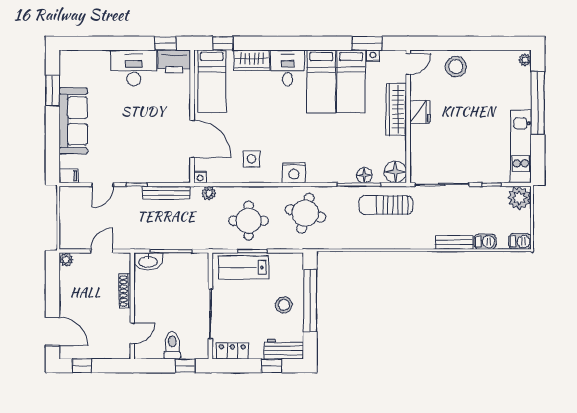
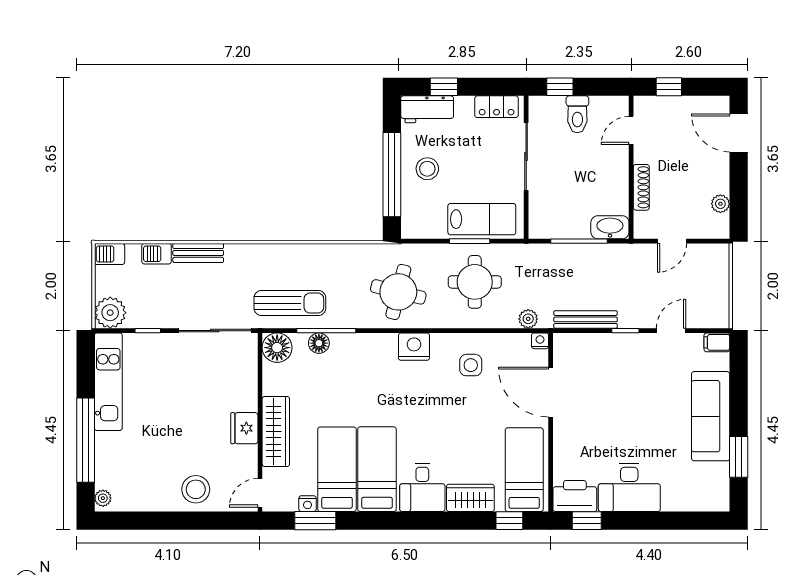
plant: (66, 260) -> (720, 204), moved
window: (82, 366) -> (669, 87), moved

